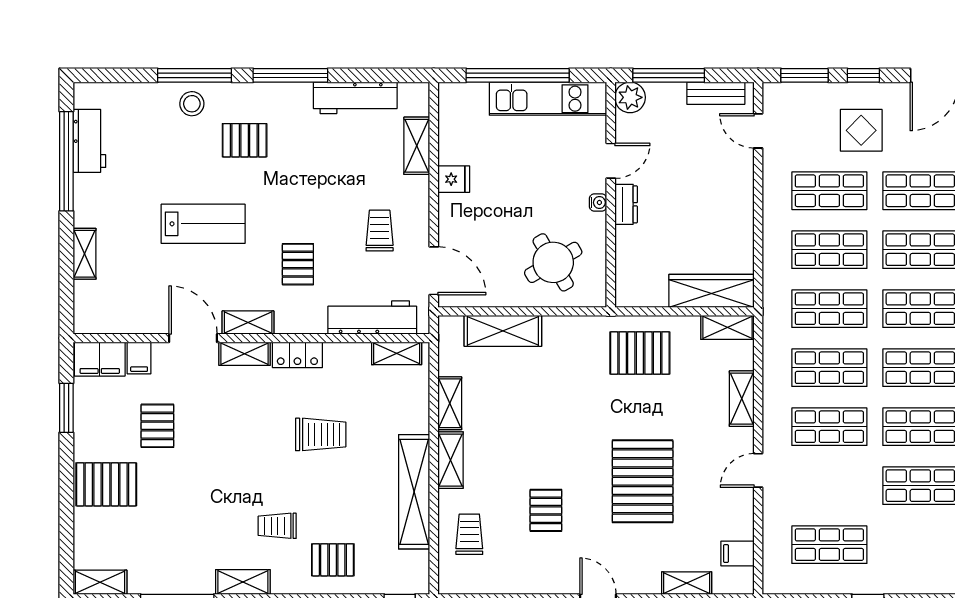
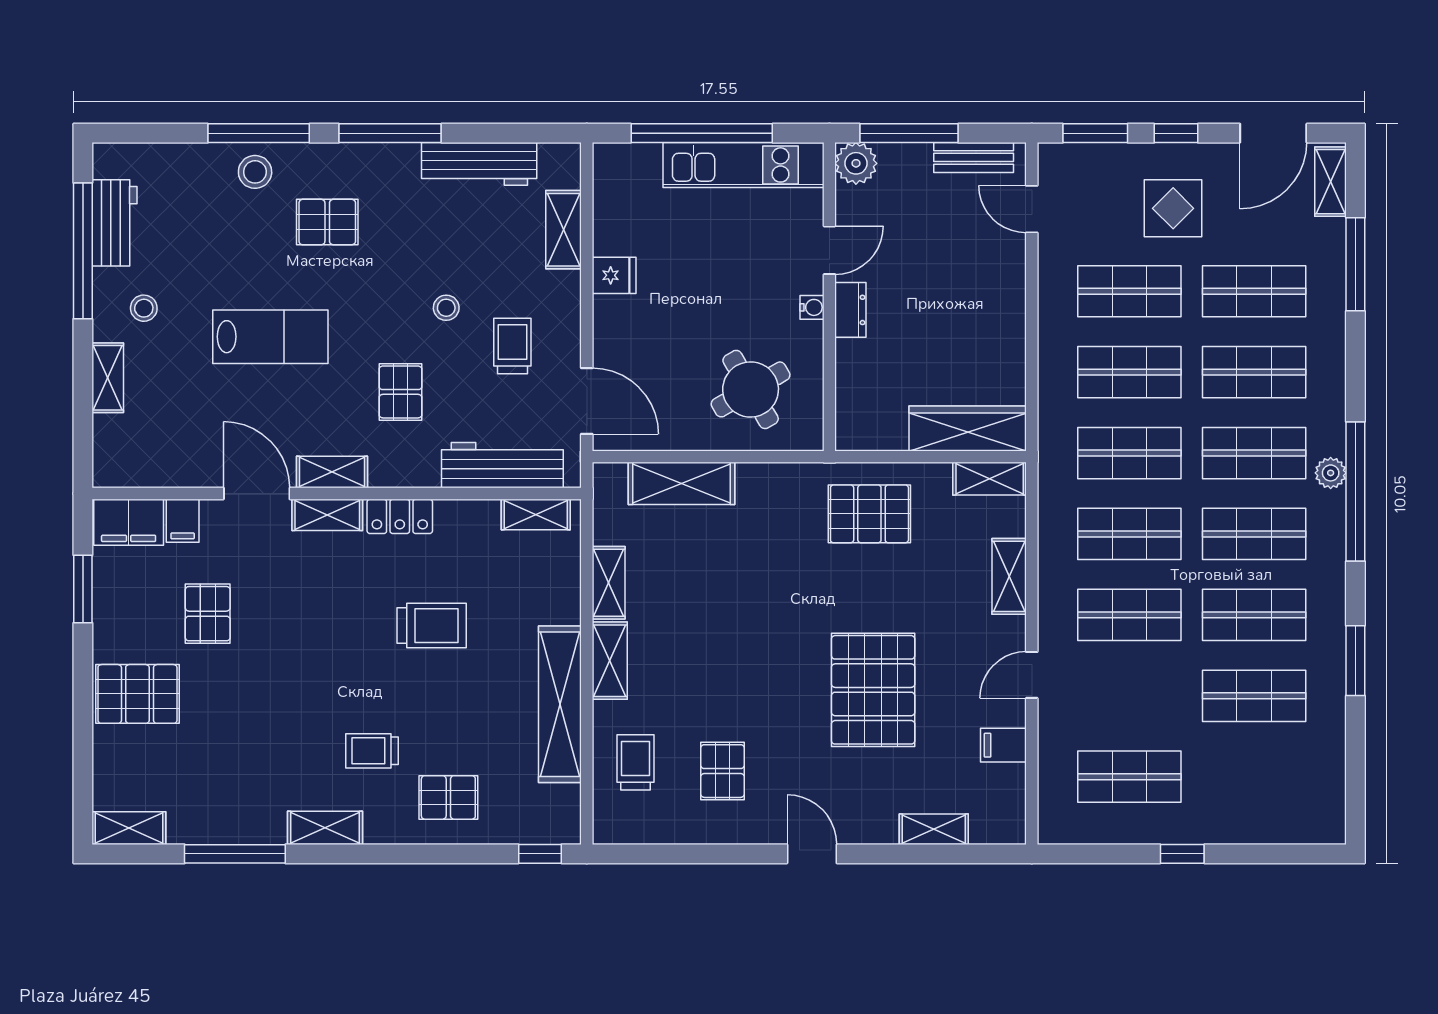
stool: (111, 203) -> (144, 308), added
stool: (331, 203) -> (446, 308), added
pallet: (546, 510) -> (723, 771), moved
filing cabinet: (738, 554) -> (1003, 745), moved

